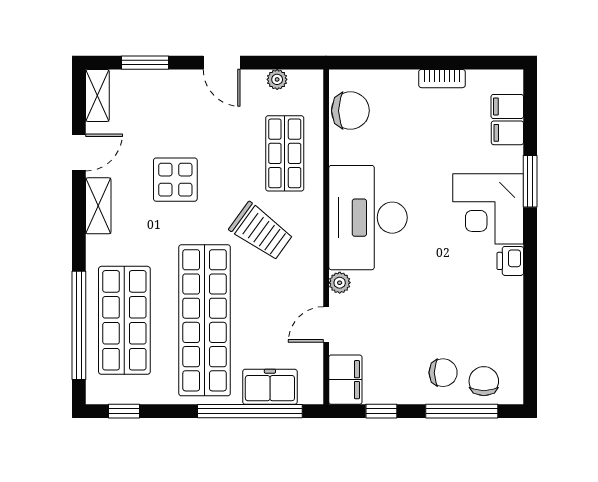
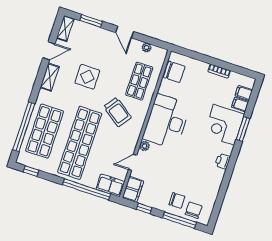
corner desk: (488, 209) -> (224, 125), moved
freezer: (270, 387) -> (110, 185), moved

